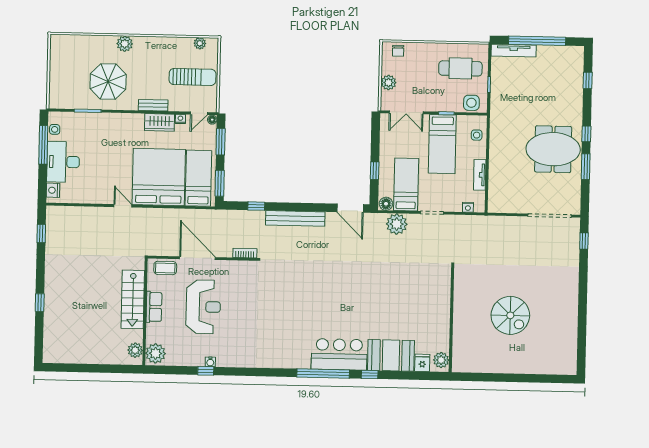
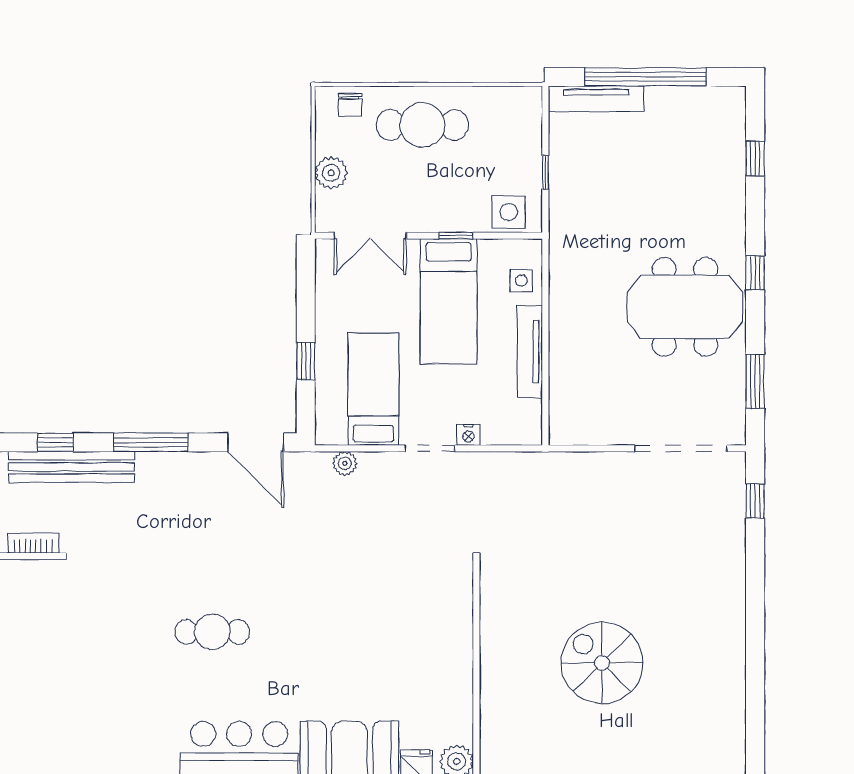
cafe table: (460, 68) -> (422, 125), moved
window: (586, 167) -> (755, 381), moved
tv unit: (480, 175) -> (530, 352), width x1.41
floor lamp: (386, 204) -> (332, 431), removed
window: (301, 207) -> (151, 442), added
nightstand: (468, 207) -> (468, 435), moved
bench: (295, 218) -> (72, 467), moved
plant: (397, 224) -> (345, 463), width x0.53, depth x0.53
cafe table: (328, 297) -> (212, 632), added
spiral stairs: (510, 315) -> (602, 663), turned 180

